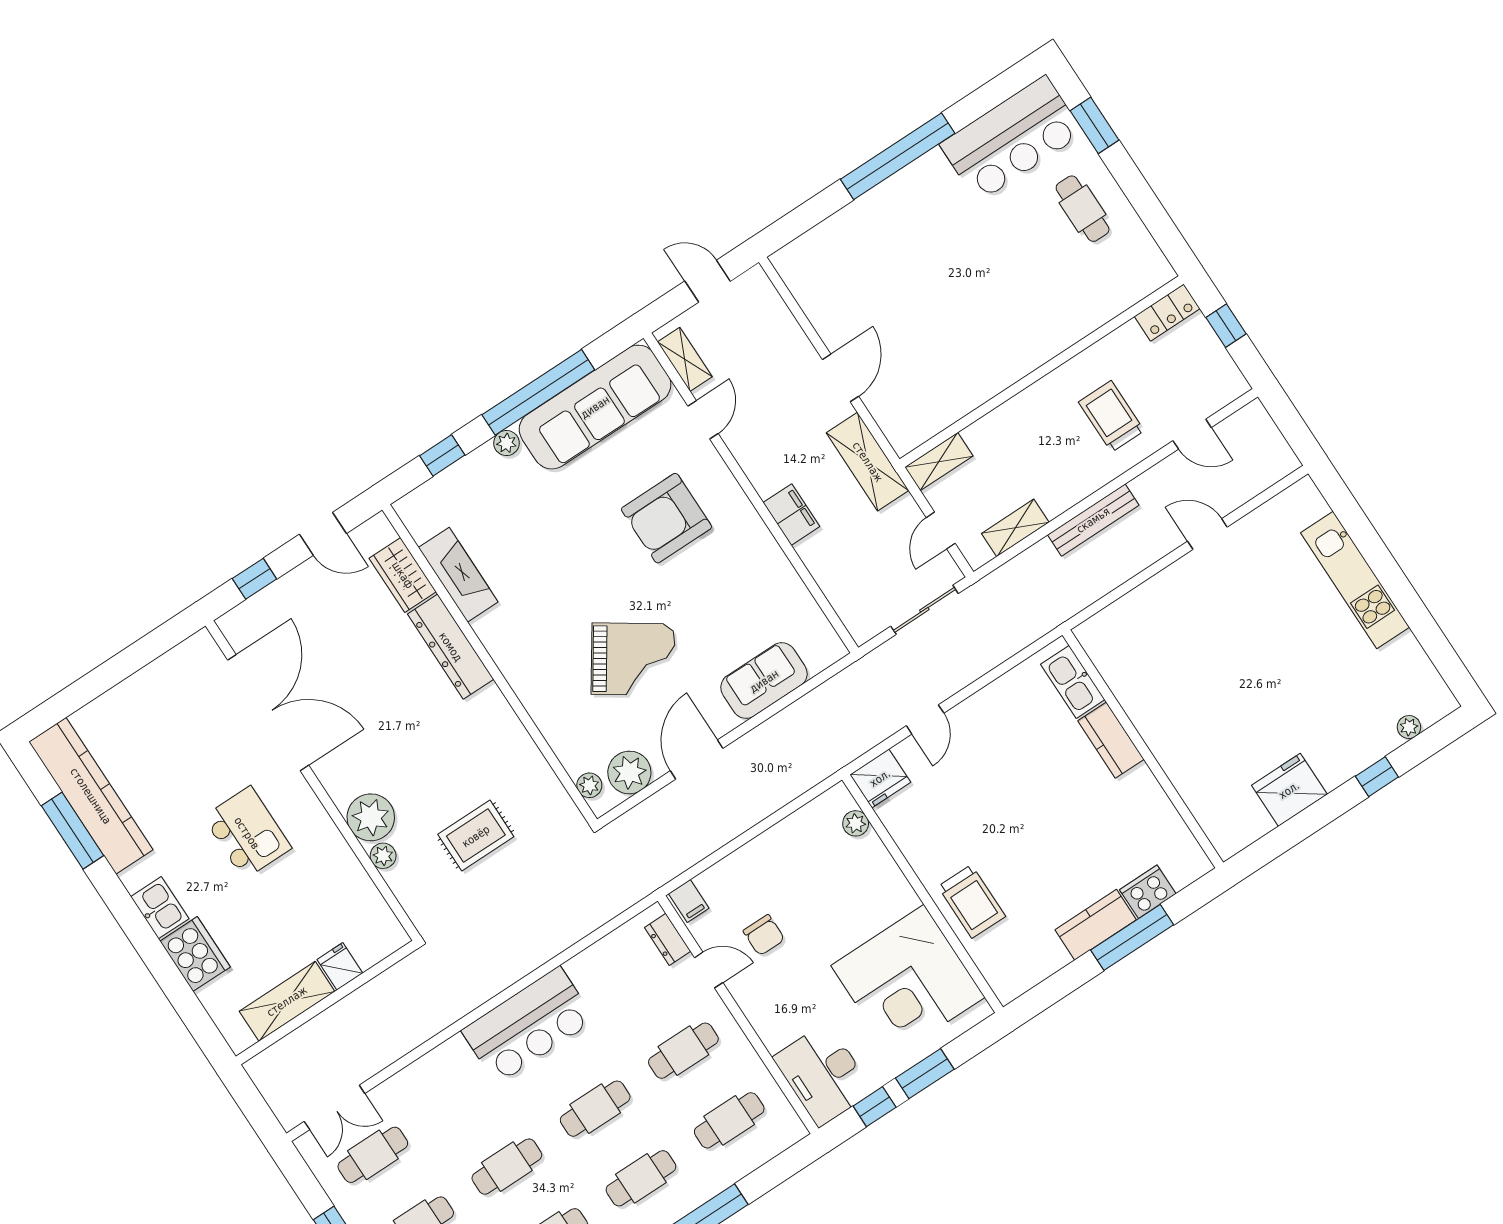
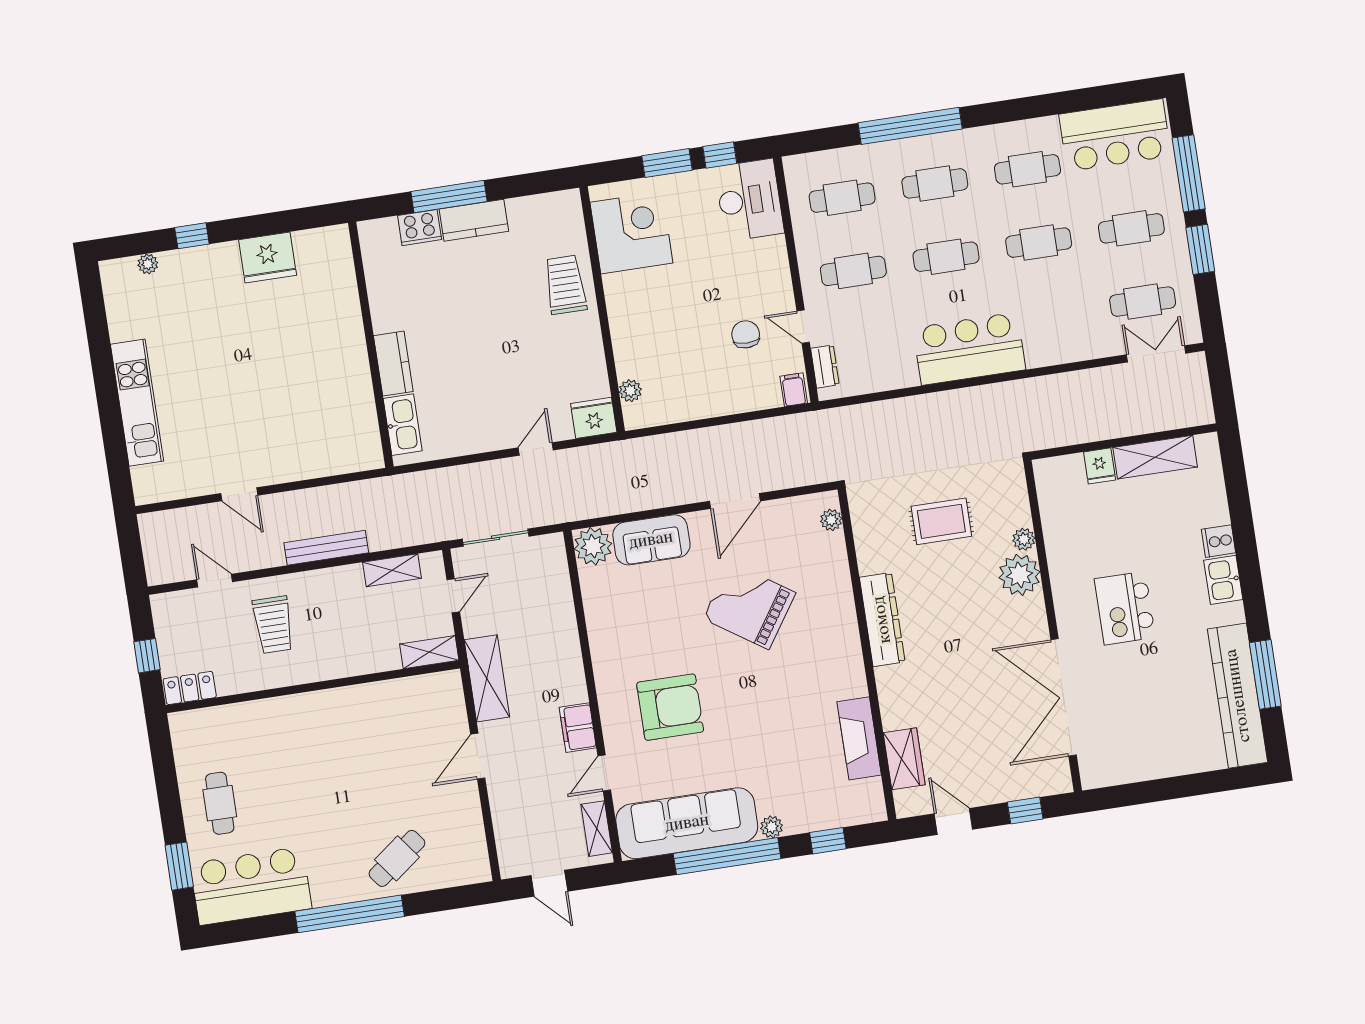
cafe table: (875, 235) -> (397, 858), added
filing cabinet: (791, 515) -> (578, 728), moved
dresser: (451, 647) -> (882, 620), moved
plant: (629, 772) -> (593, 546), moved
cooker: (195, 954) -> (1219, 541), width x0.53, depth x0.76
corner desk: (908, 981) -> (631, 233), width x0.74, depth x0.74

